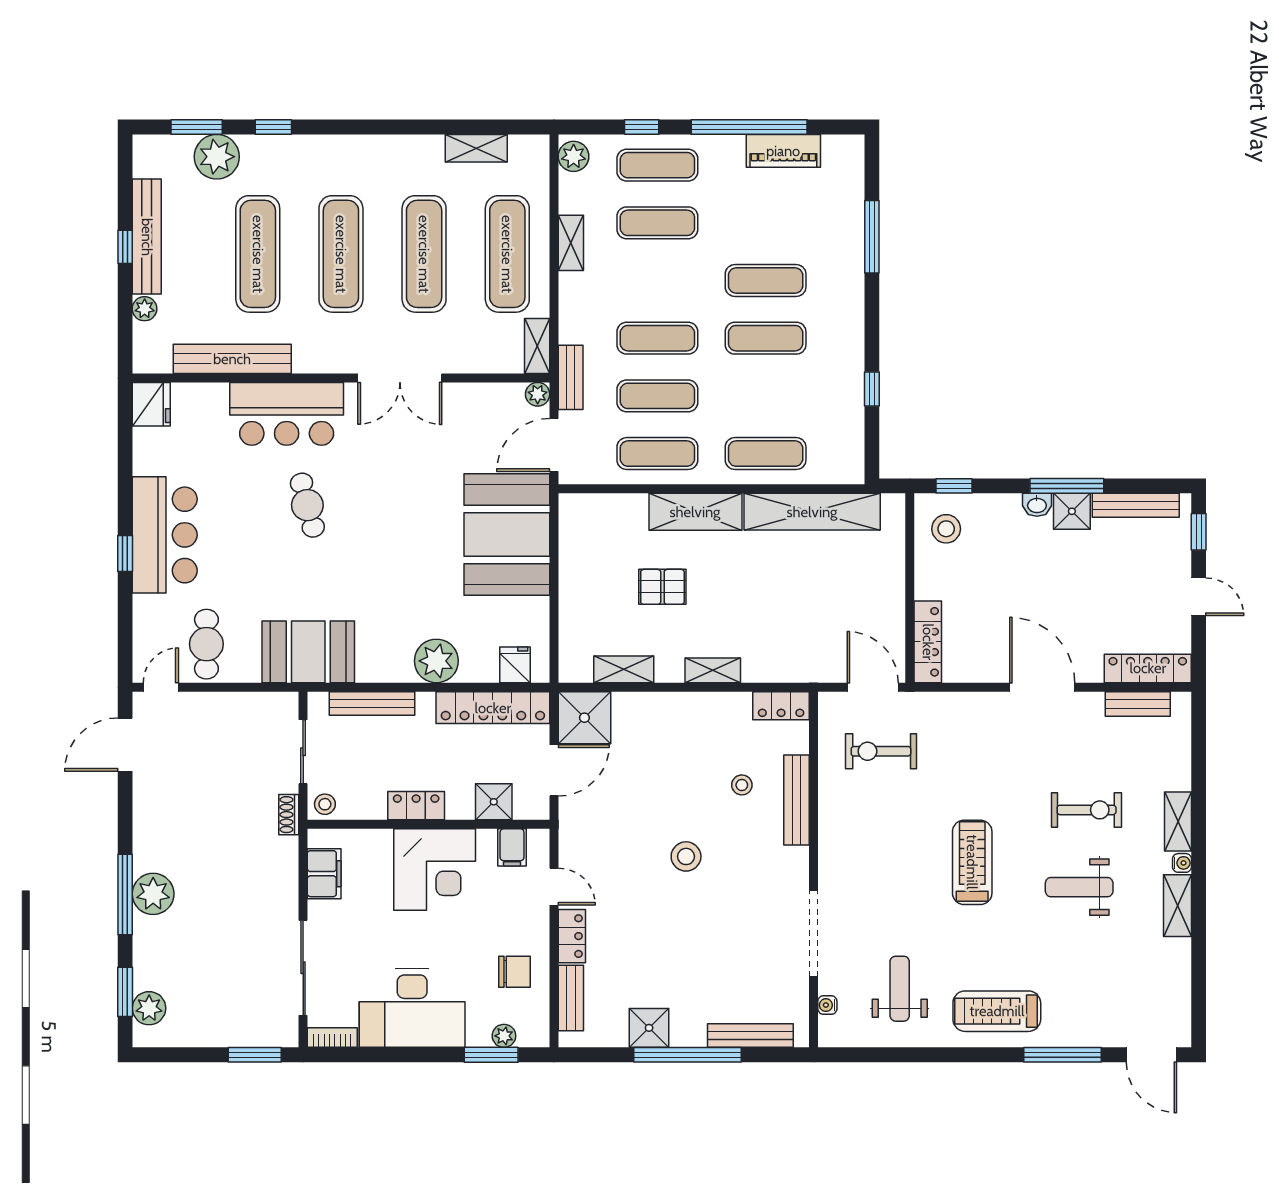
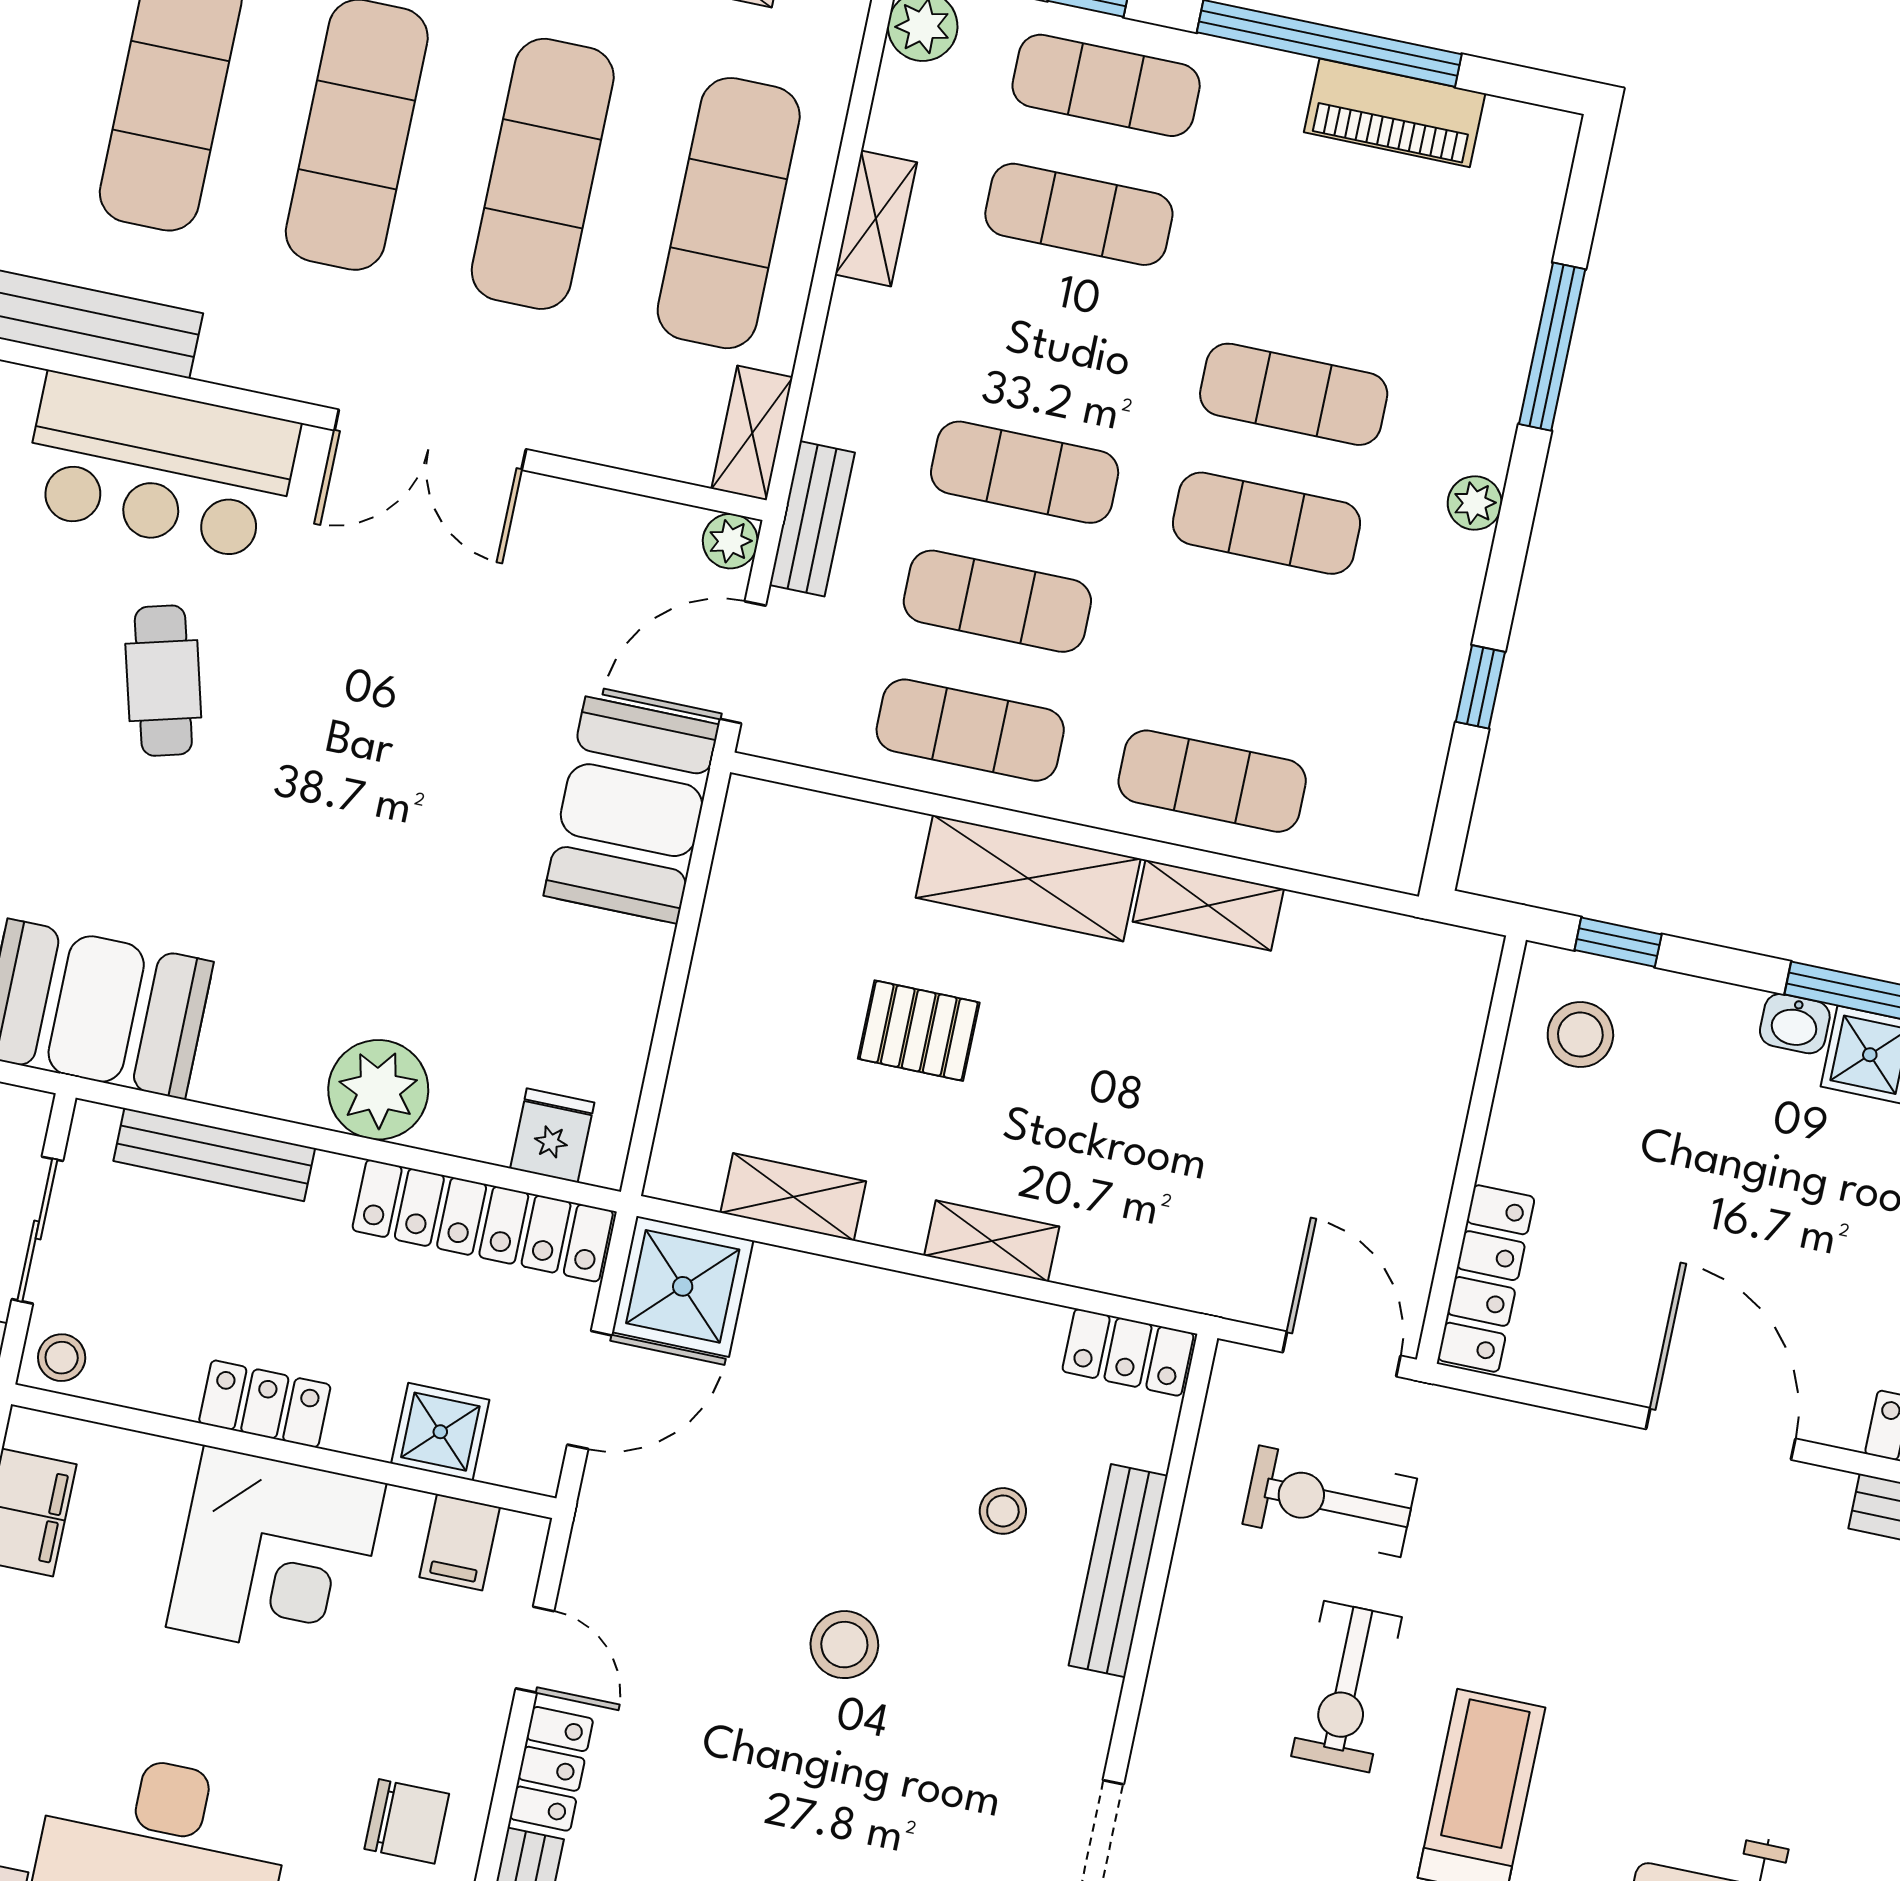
plant: (853, 311) -> (1475, 503), added
shelving: (812, 512) -> (1208, 905), width x0.45, depth x0.75
booth: (507, 535) -> (632, 810), width x0.73, depth x0.70
exercise bike: (1087, 810) -> (1347, 1687), moved, turned 90

